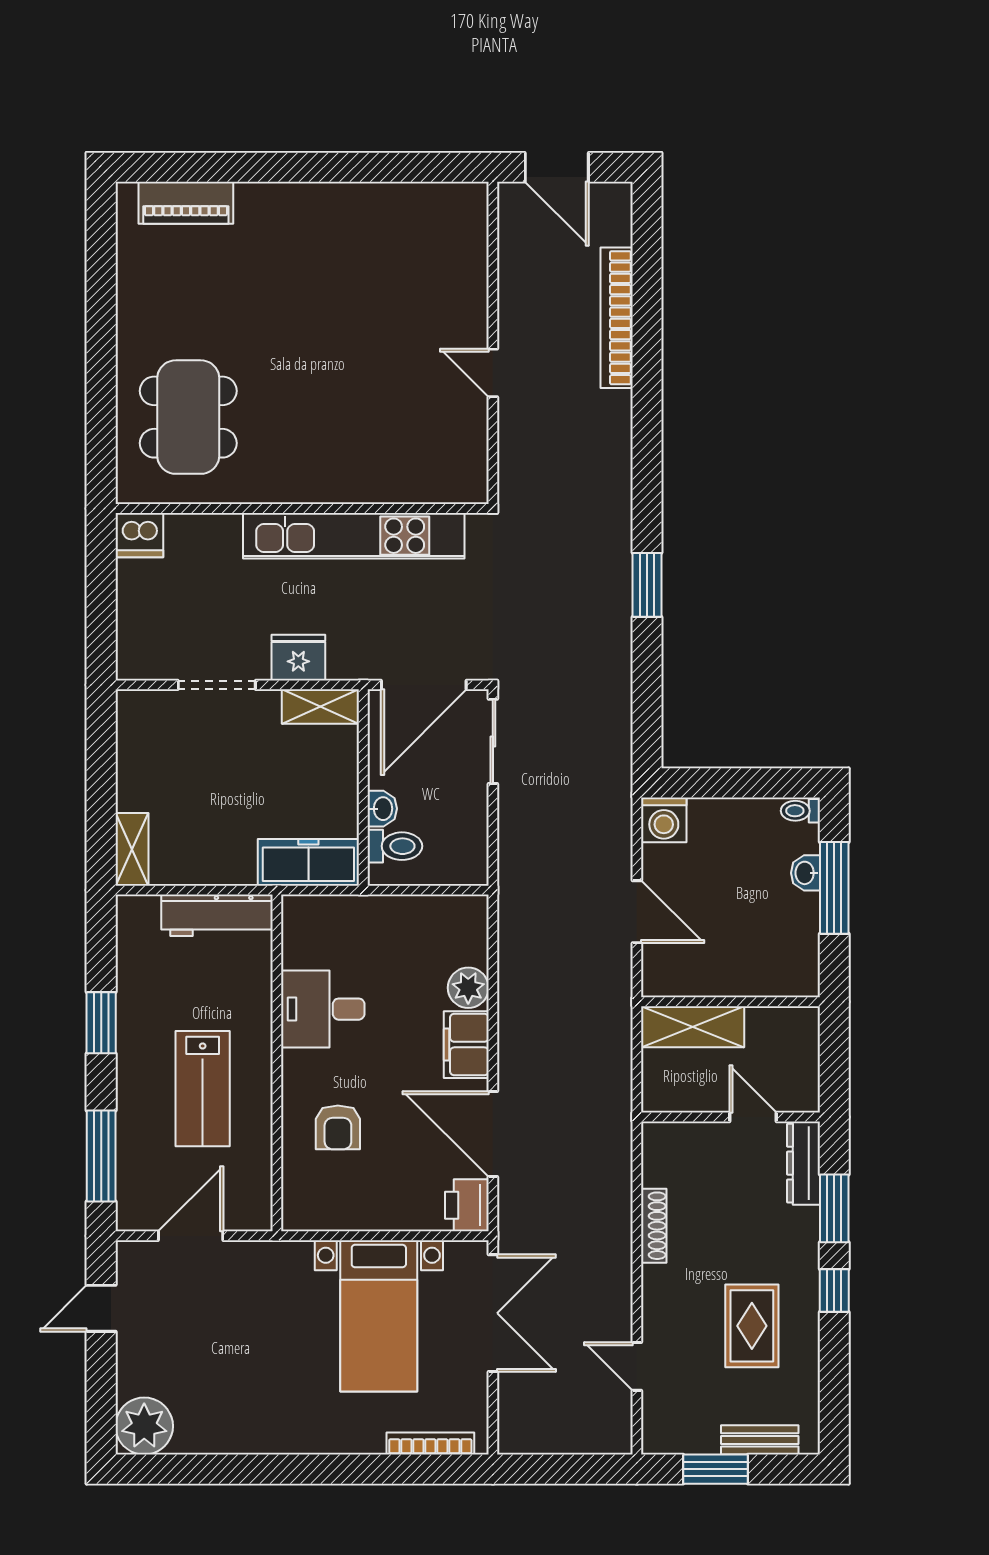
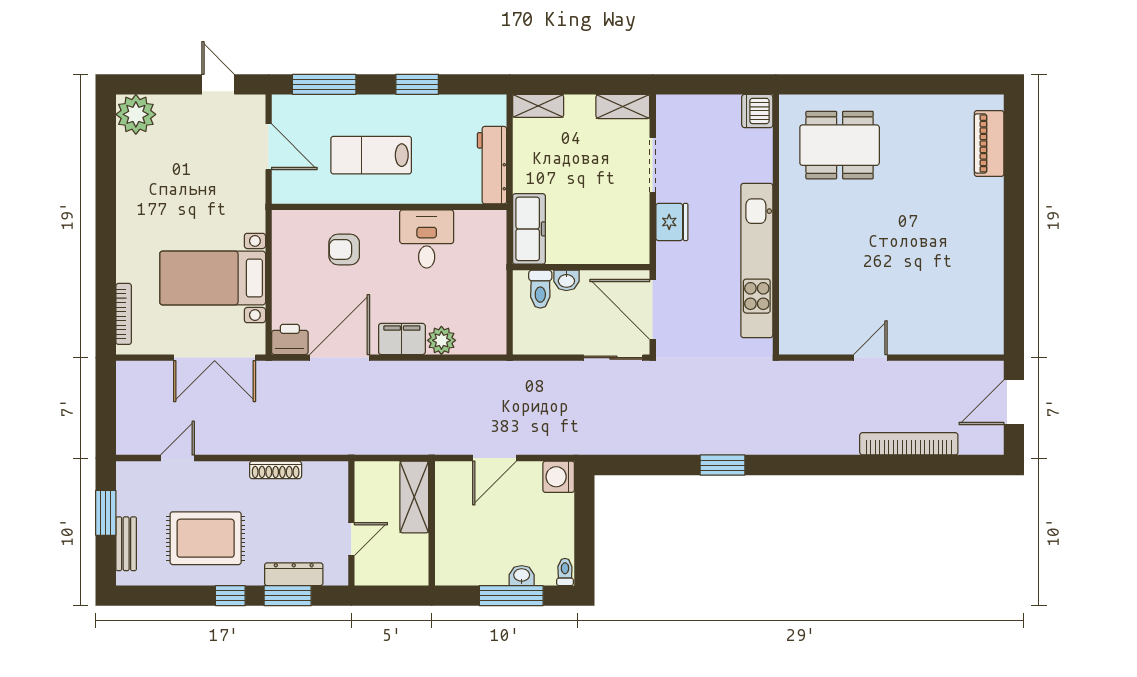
shelving: (320, 707) -> (623, 106), moved, turned 90
dresser: (803, 1163) -> (294, 574), moved
rug: (752, 1326) -> (206, 538), width x1.36, depth x1.43

